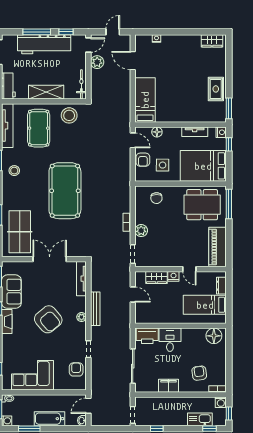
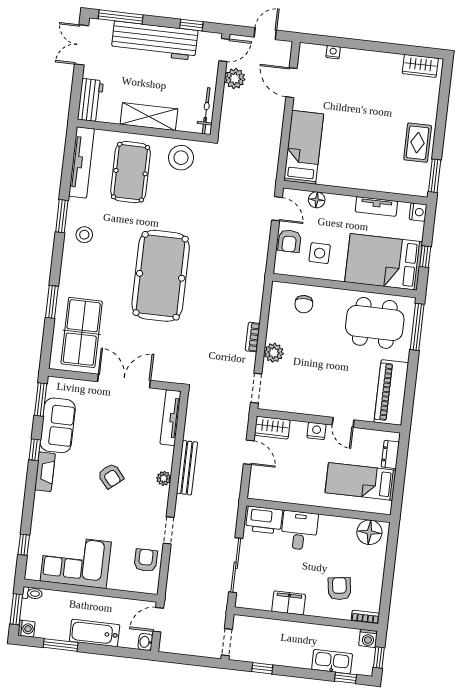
window: (37, 32) -> (121, 17), moved
window: (229, 144) -> (425, 257), moved
wardrobe: (156, 277) -> (272, 428), moved
armchair: (48, 319) -> (111, 476), width x0.53, depth x0.53

